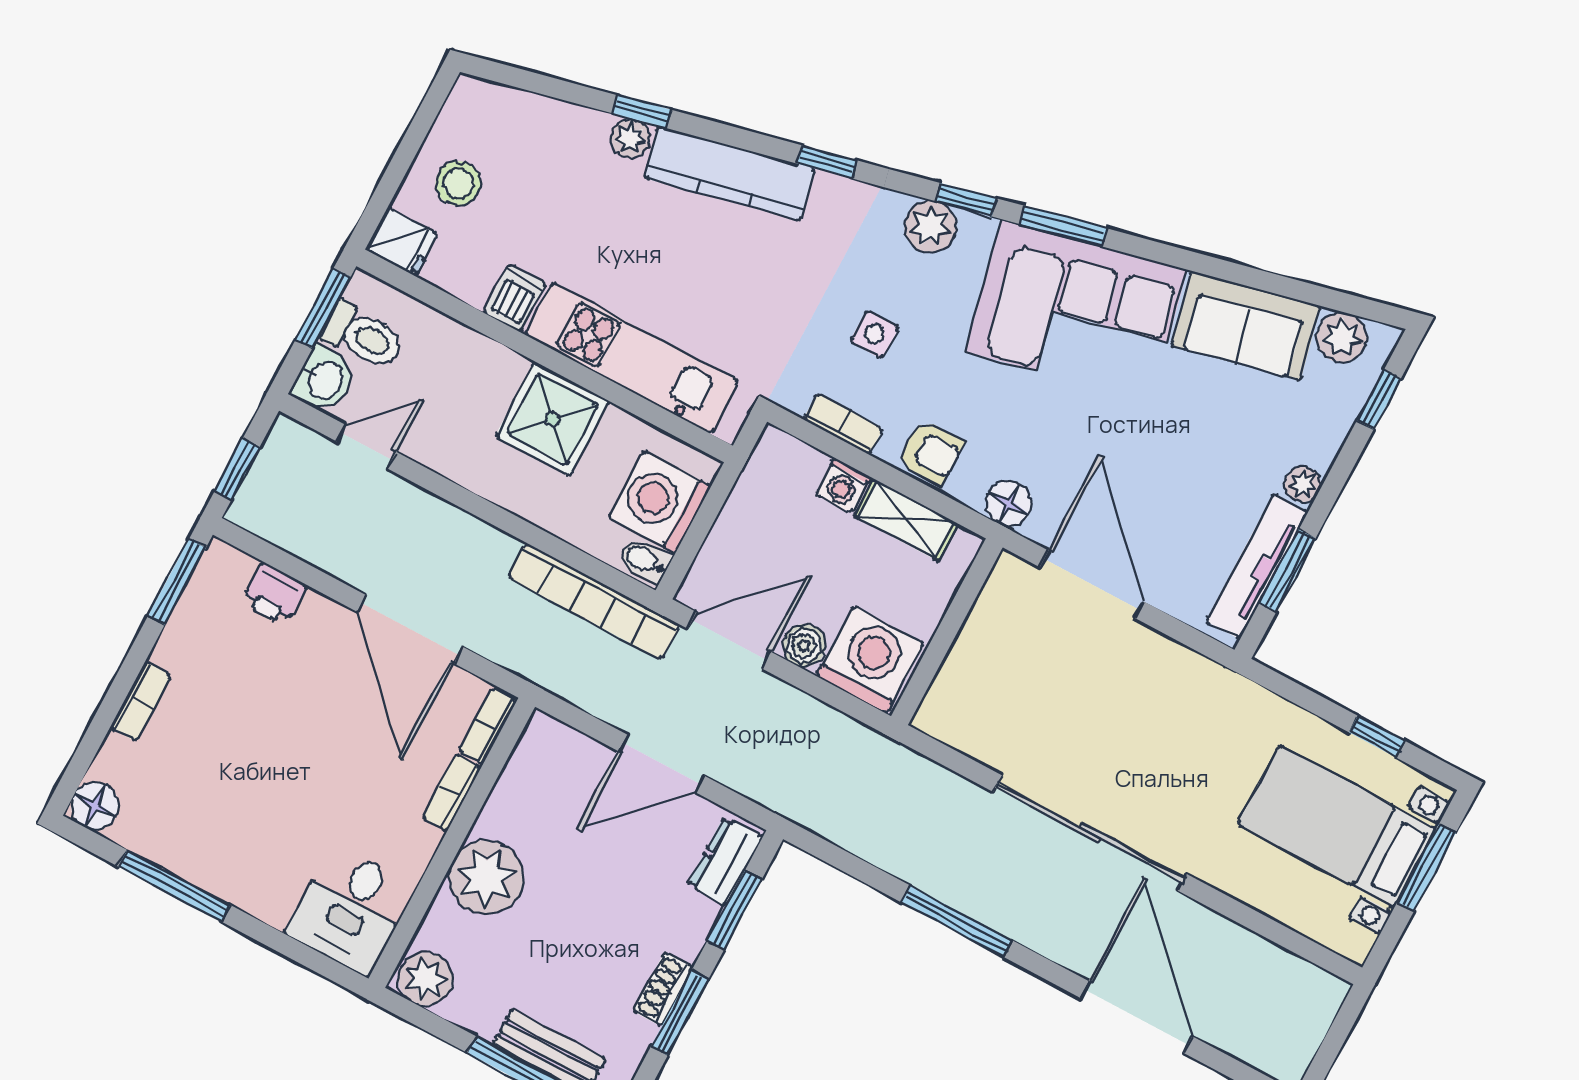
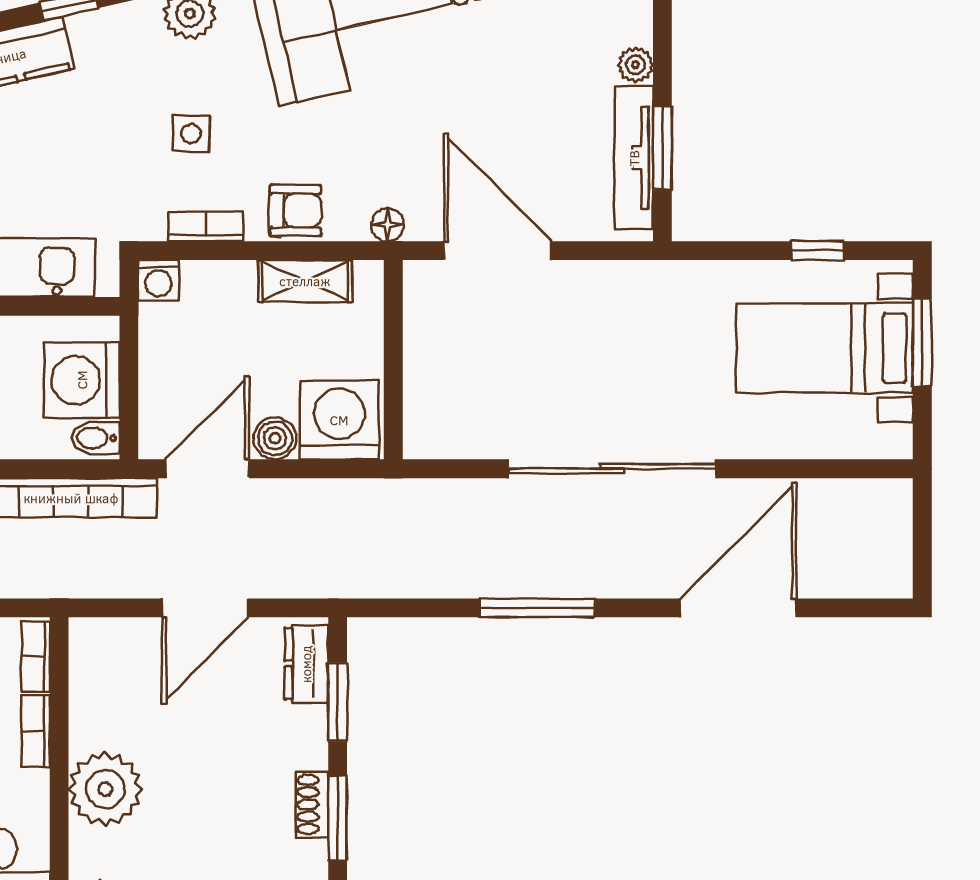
washing machine: (843, 485) -> (158, 280), moved
floor lamp: (1009, 504) -> (388, 225), width x0.73, depth x0.73
door: (1136, 1017) -> (738, 608), hinge flipped

